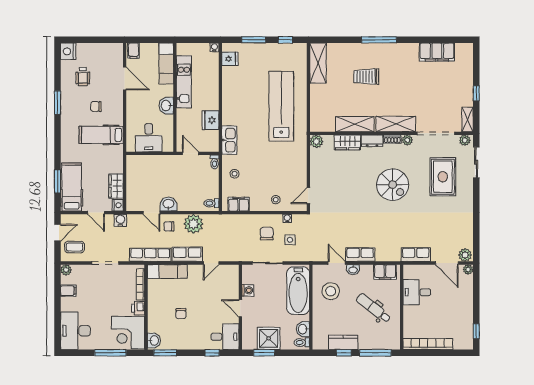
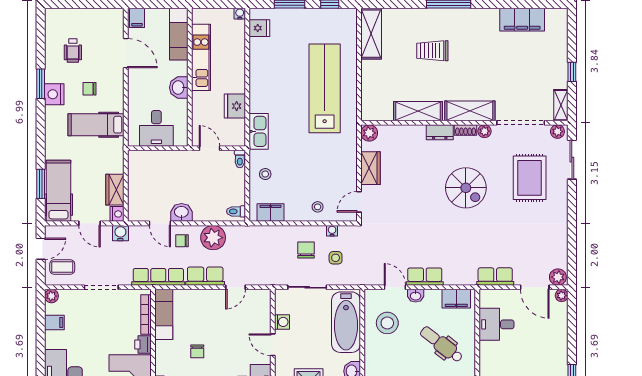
nightstand: (68, 51) -> (54, 94), moved
wardrobe: (347, 142) -> (371, 168), moved, turned -90
exam couch: (167, 271) -> (164, 314), moved, turned -90

